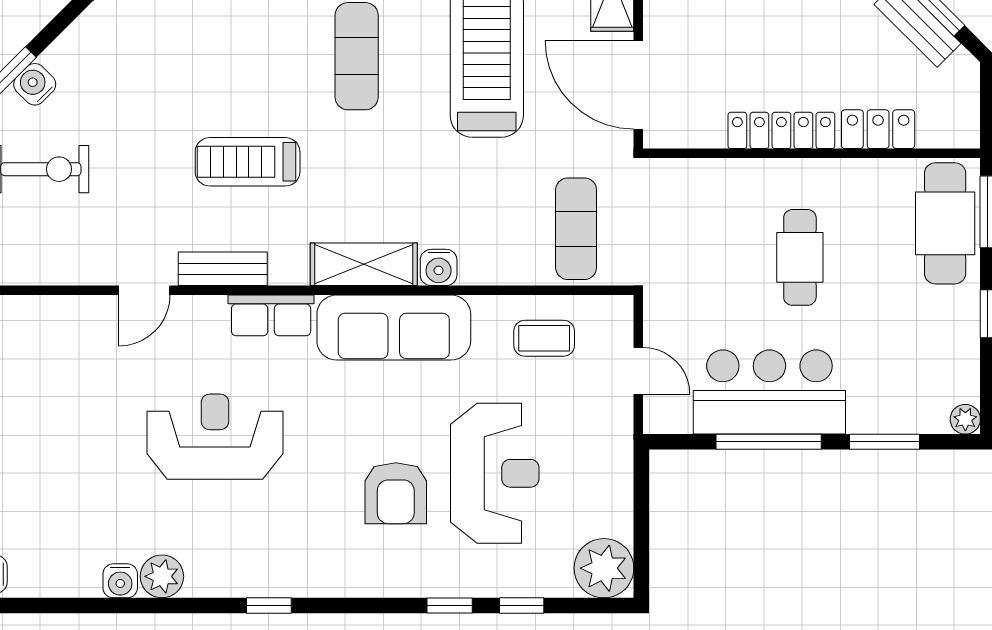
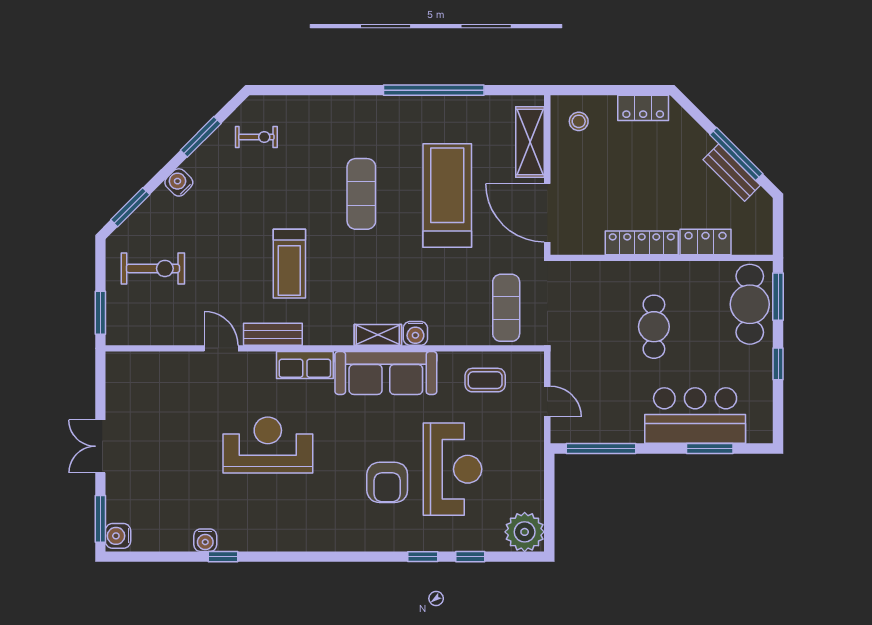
water cooler: (35, 84) -> (179, 182), moved
treadmill: (248, 162) -> (289, 264), turned -90
shelving: (364, 264) -> (378, 335), width x0.67, depth x0.75
door: (144, 290) -> (221, 348), swing flipped
bar counter: (769, 392) -> (695, 416), moved
plant: (965, 419) -> (763, 434), removed
window: (769, 442) -> (601, 448), moved
plant: (162, 576) -> (233, 537), removed
window: (269, 606) -> (223, 557), moved

